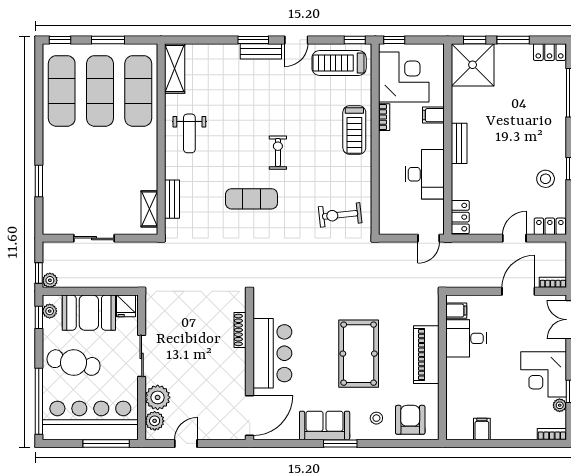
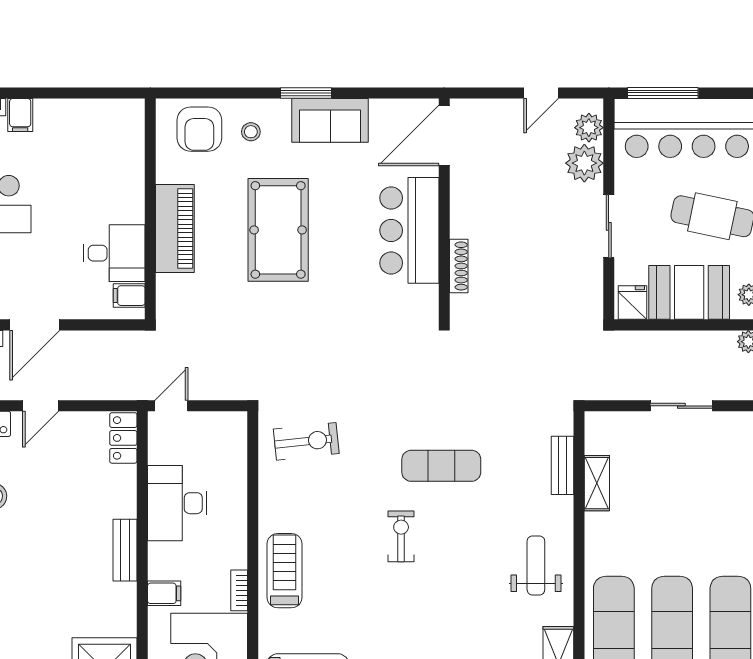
exercise bike: (278, 153) -> (401, 536), turned 180
shelving: (149, 209) -> (597, 483), moved
filing cabinet: (482, 429) -> (20, 115), moved

